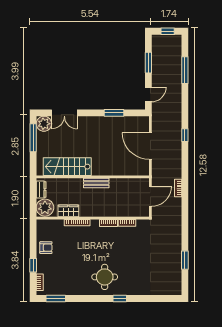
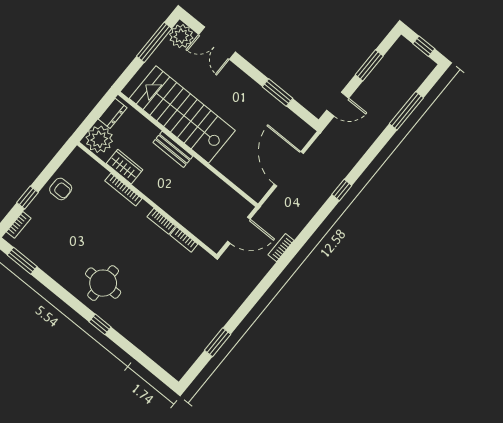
stairs: (67, 167) -> (182, 114), width x1.36, depth x1.51
bench: (96, 183) -> (173, 149), moved

